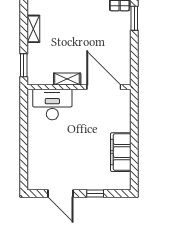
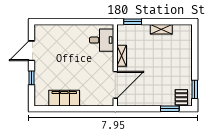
desk: (52, 105) -> (102, 40), width x0.73

